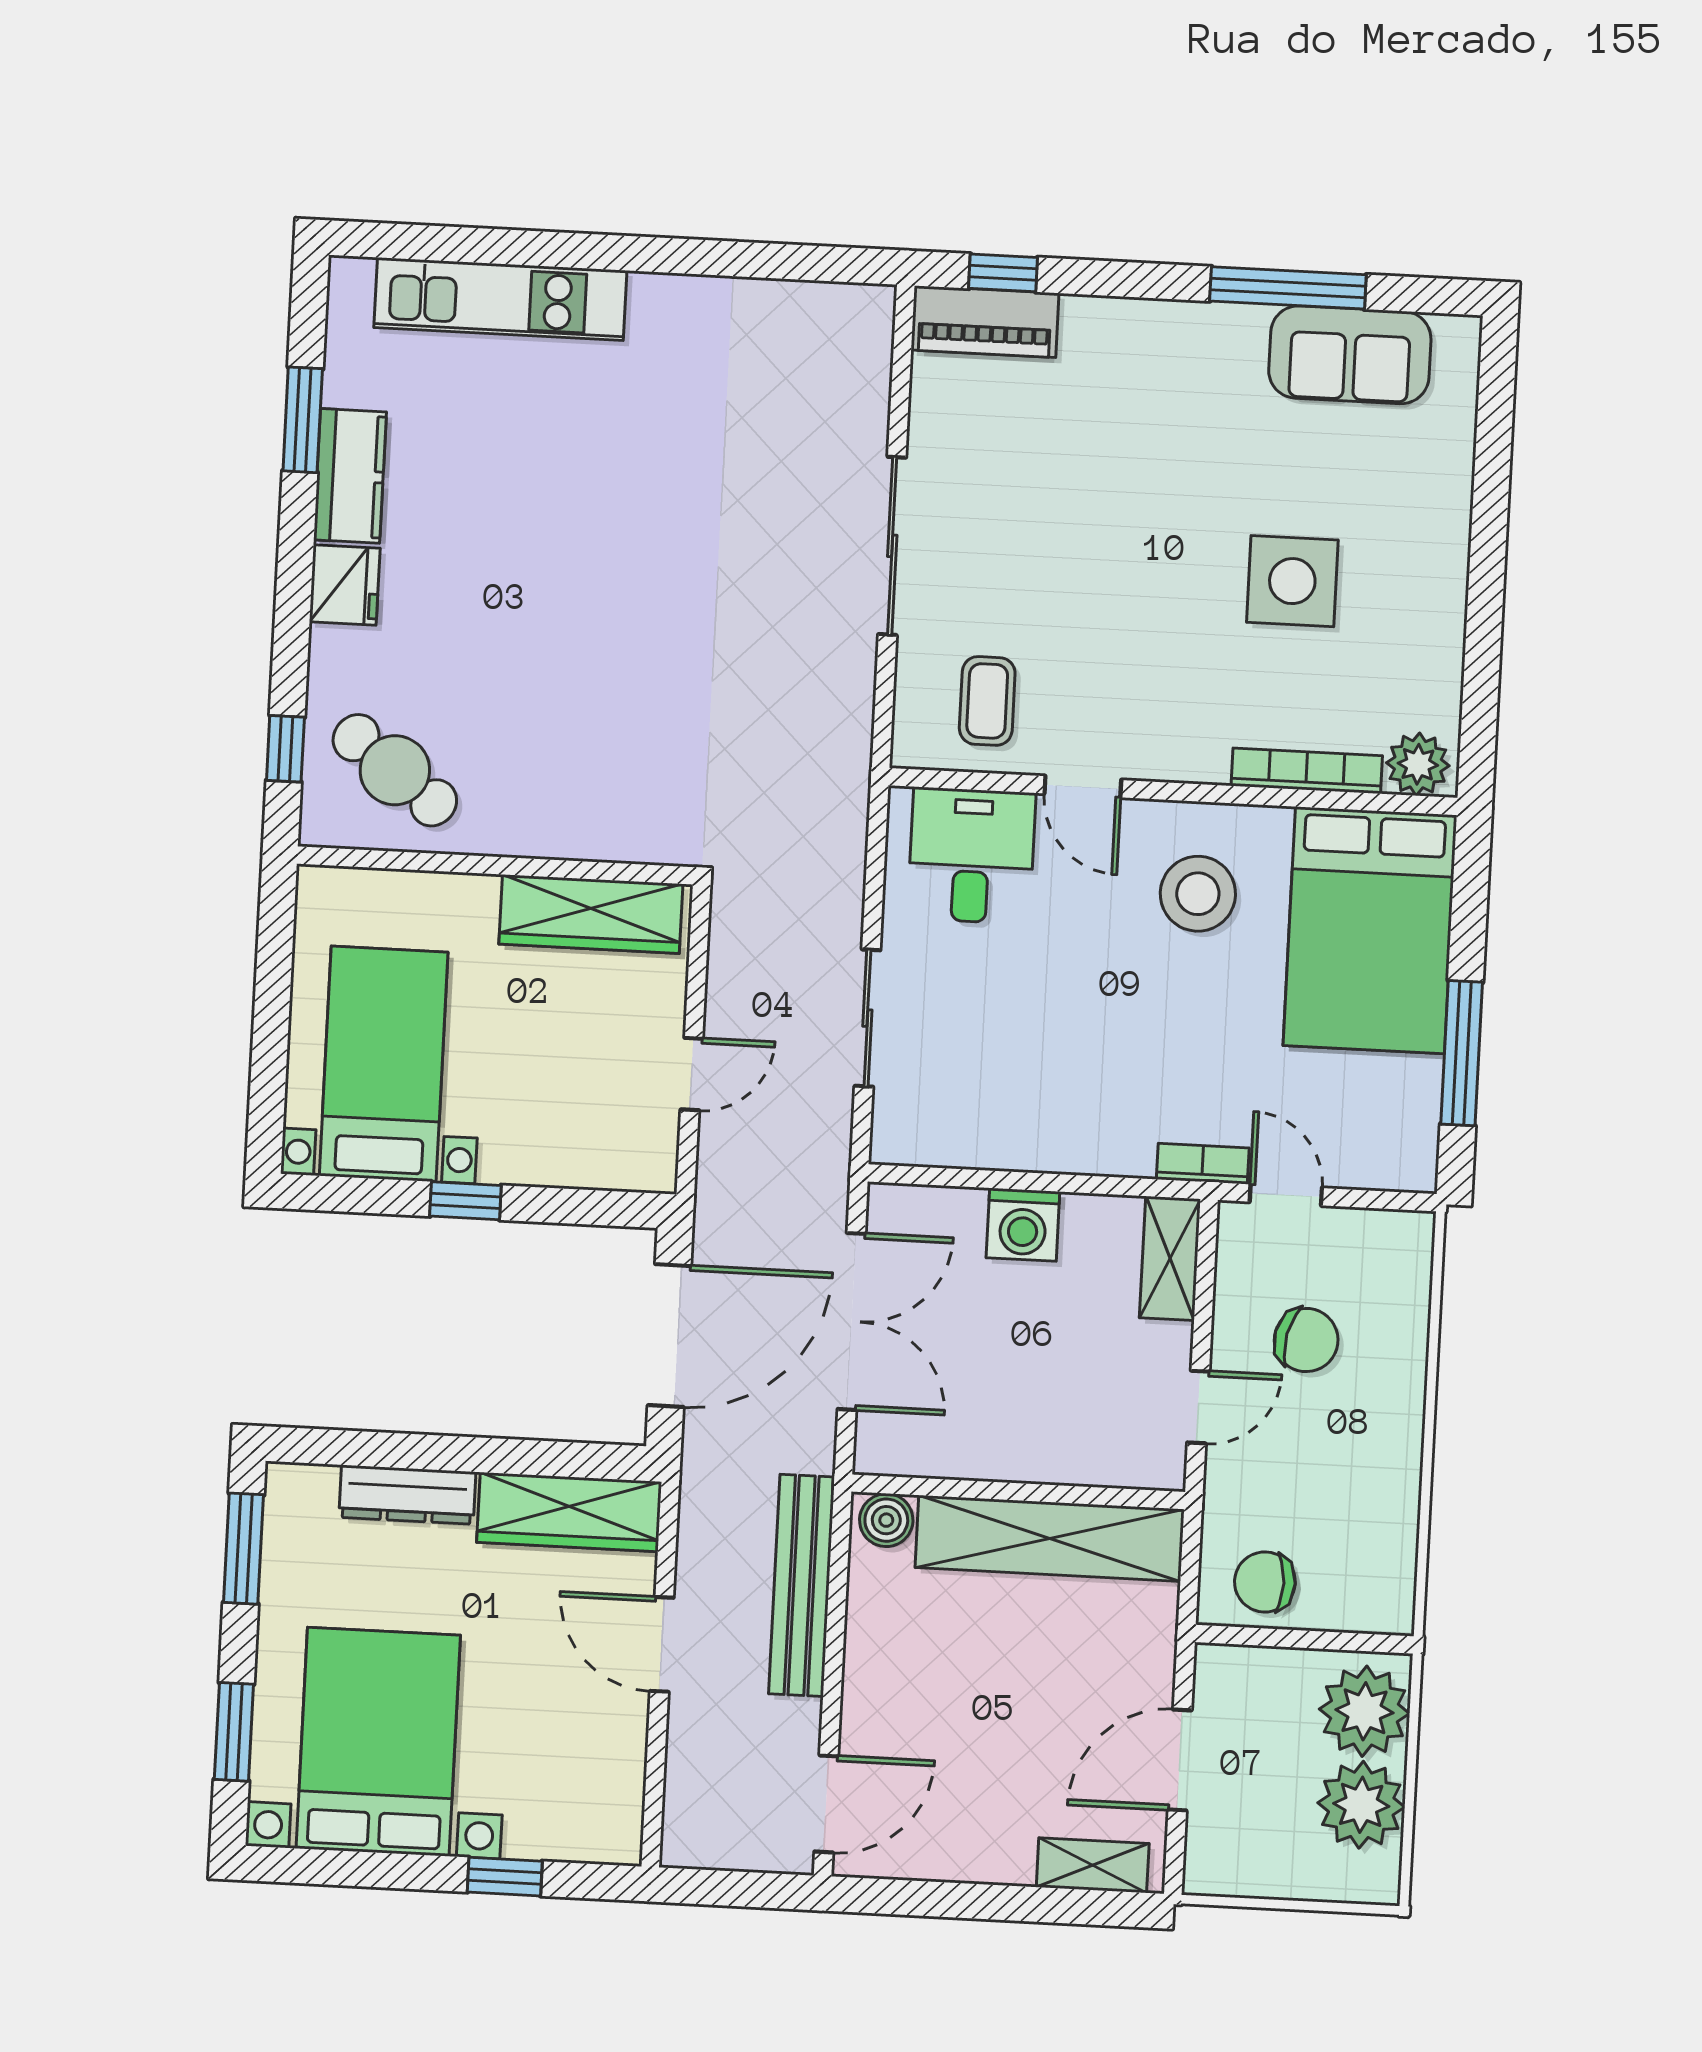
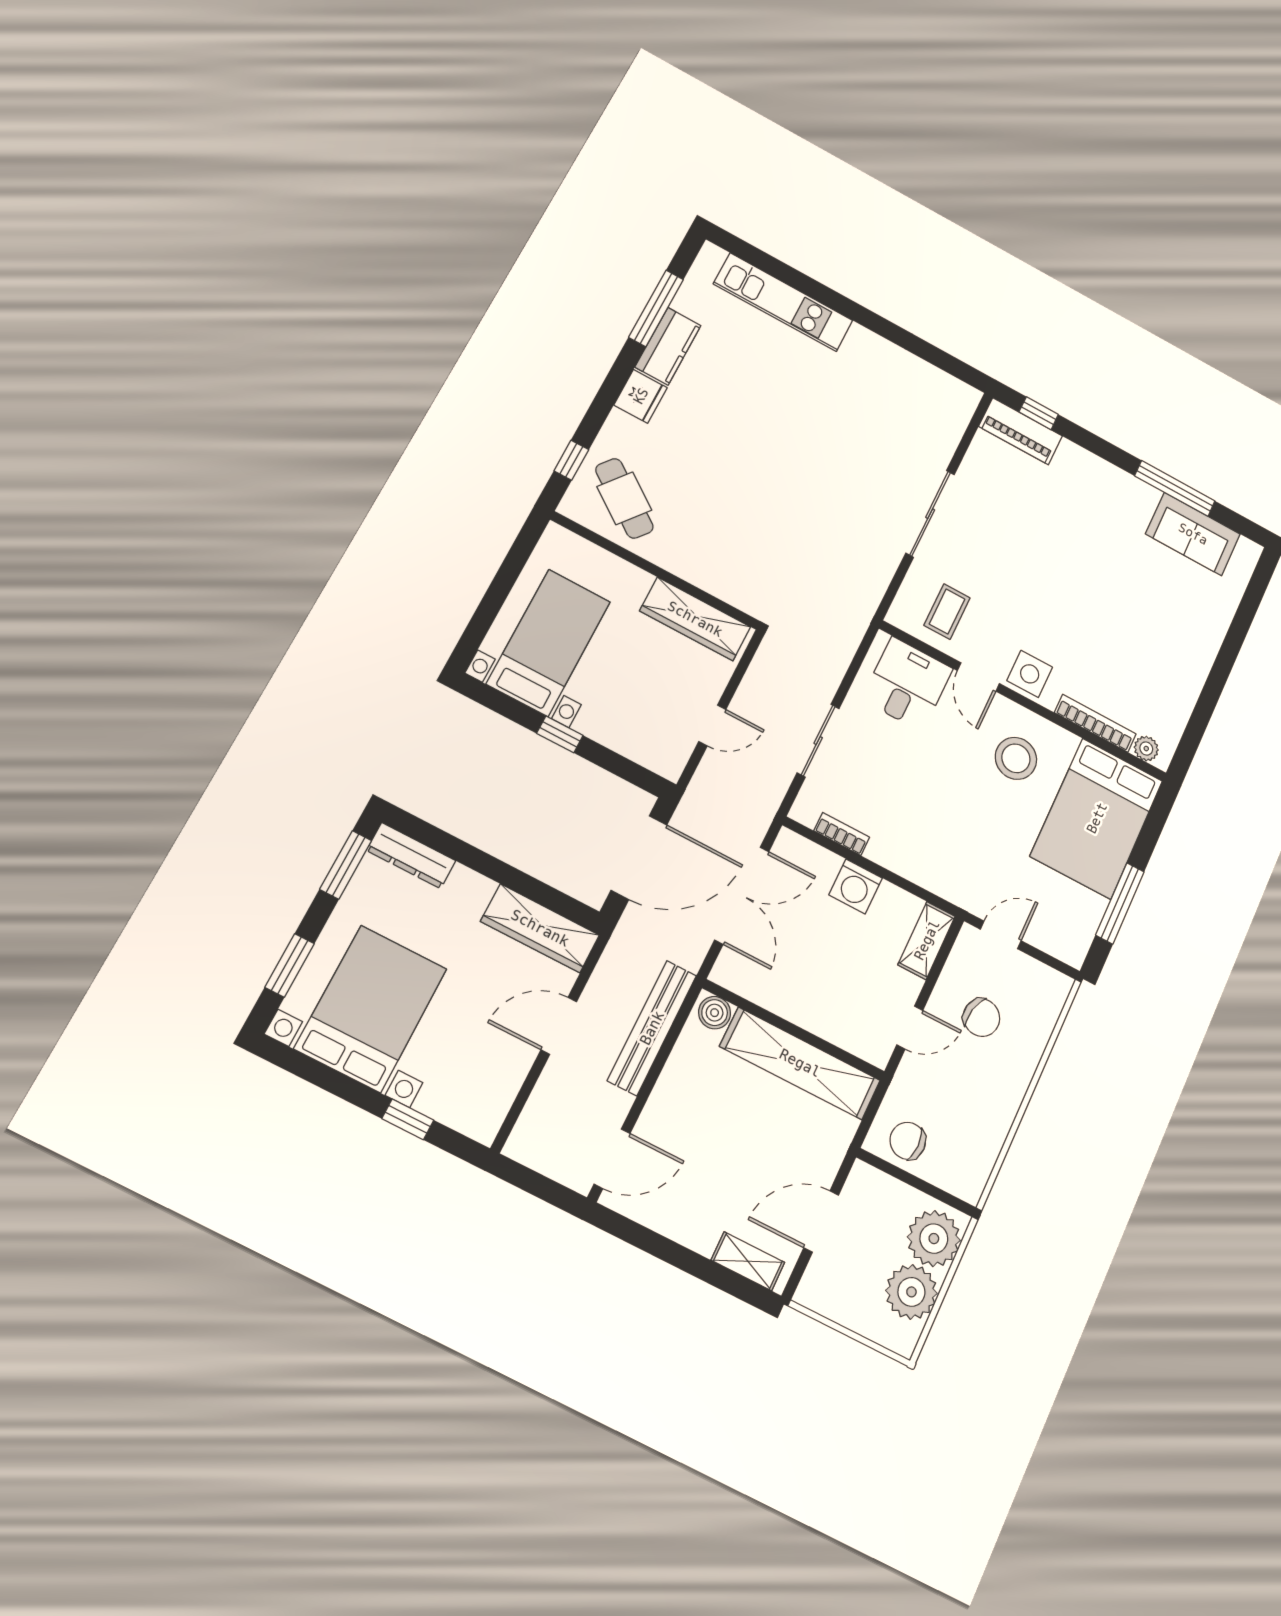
window: (303, 420) -> (656, 308), width x1.44
side table: (1292, 581) -> (1030, 674), moved, width x0.73, depth x0.73
plant: (1418, 764) -> (1146, 749), width x0.73, depth x0.73
bookcase: (1203, 1164) -> (842, 834), moved
door: (1286, 1195) -> (1001, 935), hinge flipped
dresser: (407, 1495) -> (411, 856), moved
door: (662, 1644) -> (559, 1026), hinge flipped

